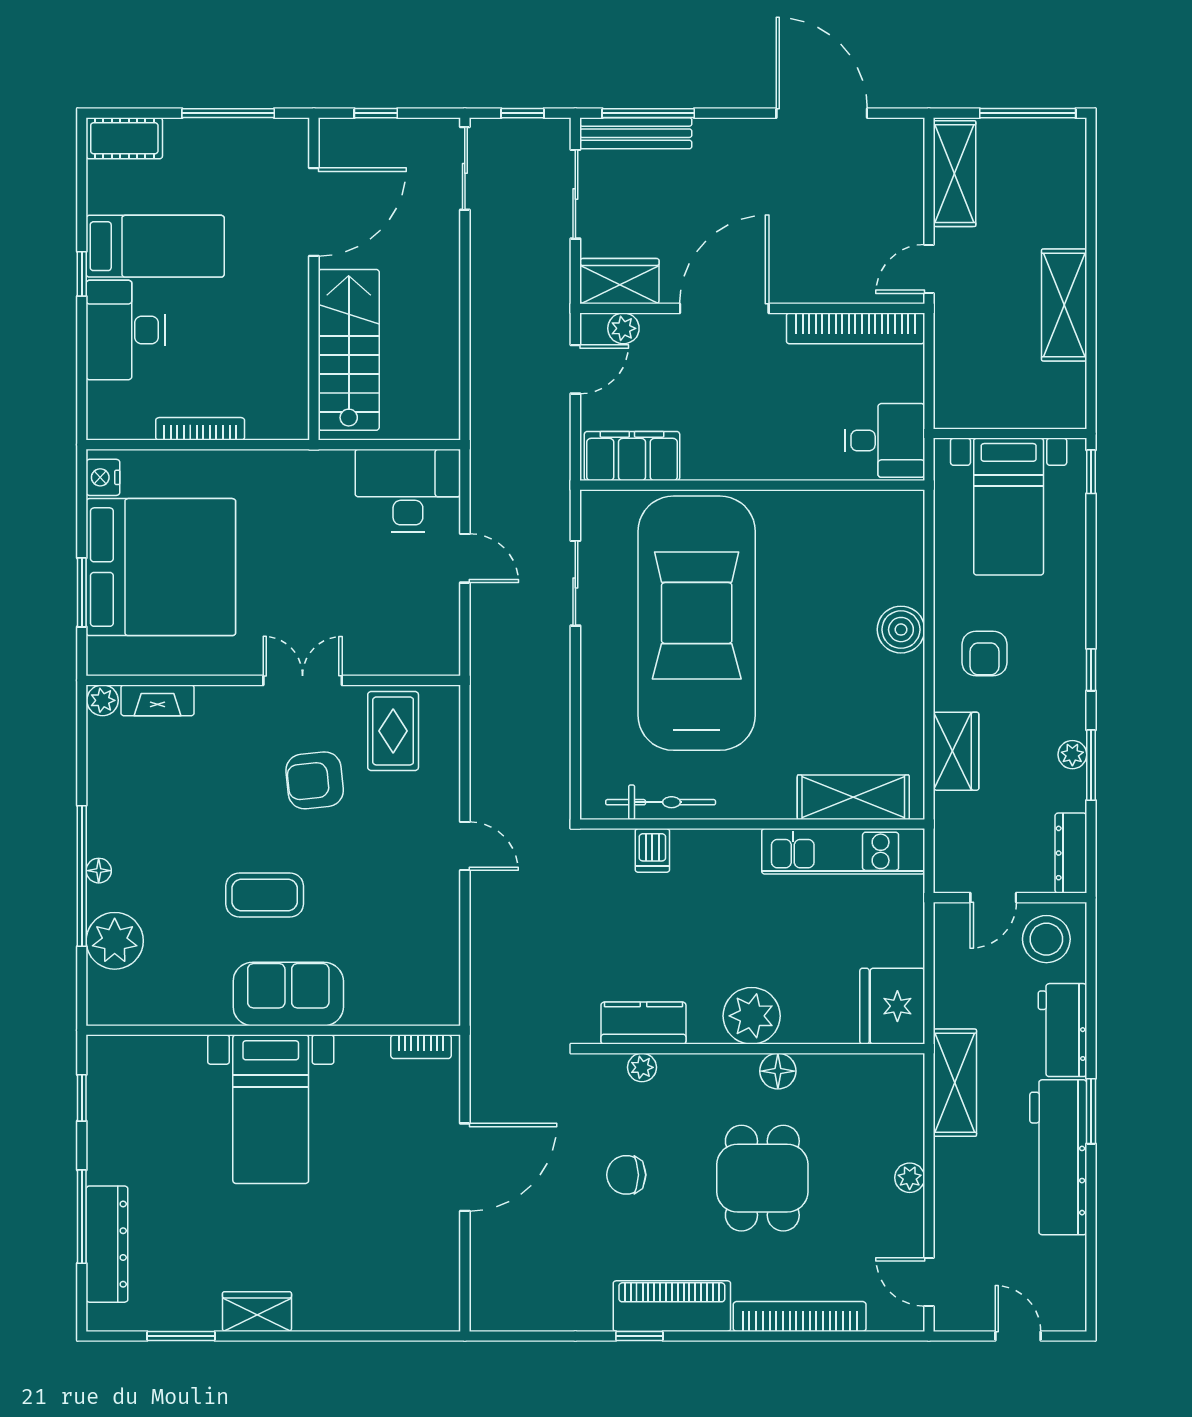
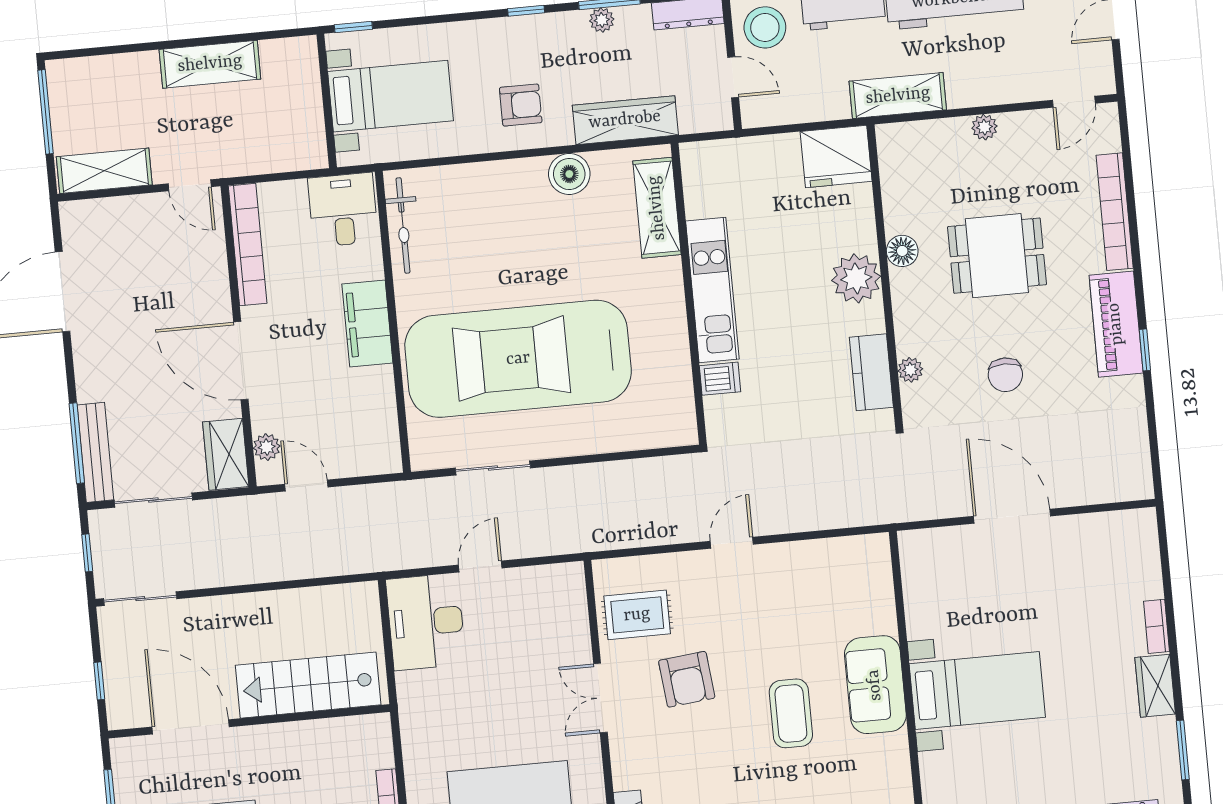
filing cabinet: (632, 456) -> (367, 324), moved
boiler: (901, 630) -> (569, 174), moved
wardrobe: (956, 751) -> (625, 120), width x1.50
bicycle: (661, 802) -> (403, 225), moved, turned 180
kitchen unit: (843, 851) -> (712, 290), moved
bookcase: (421, 1047) -> (1157, 626), moved, turned 180

